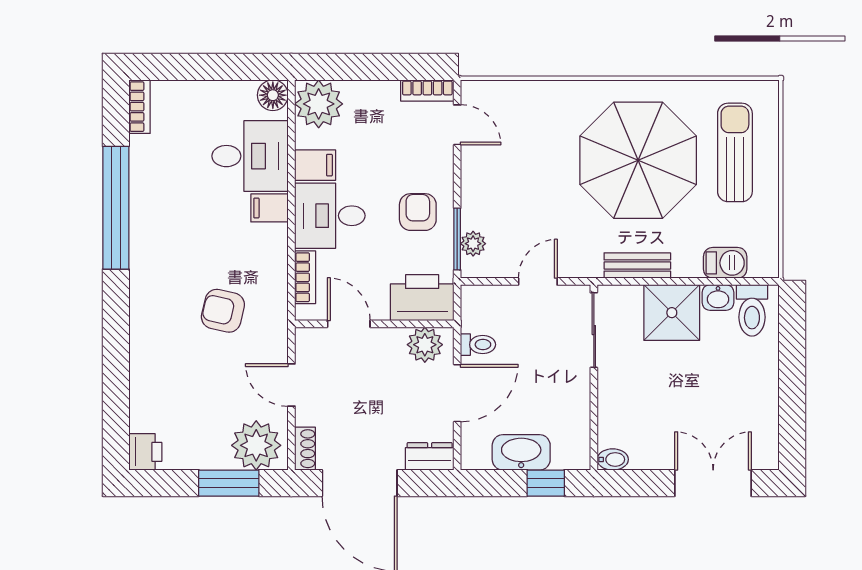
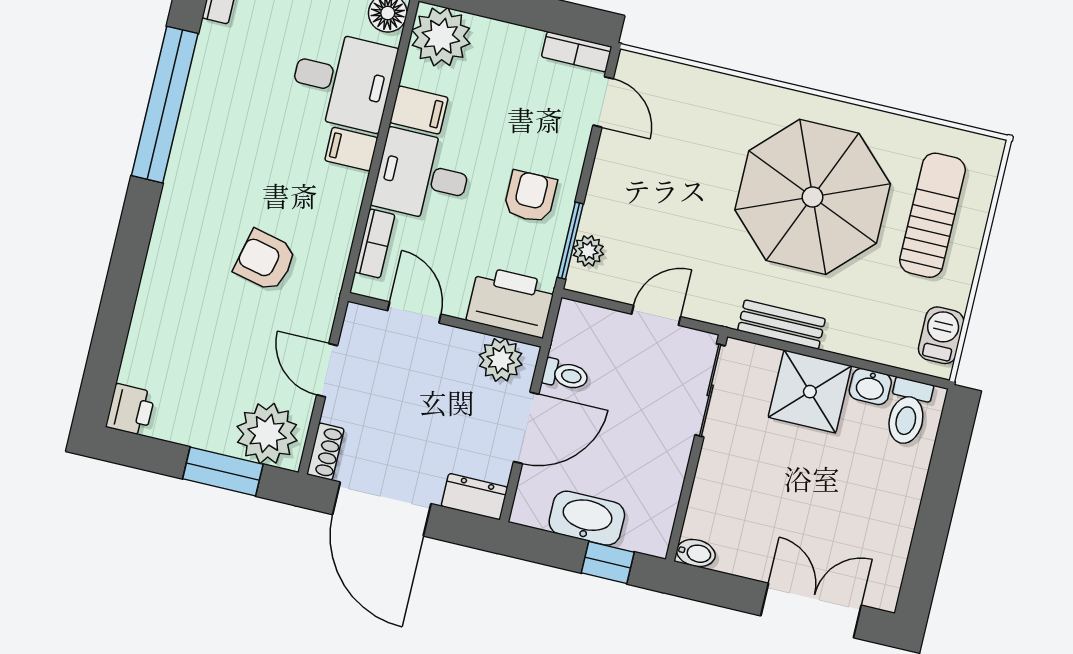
barbecue: (725, 263) -> (941, 335), moved, turned -90

